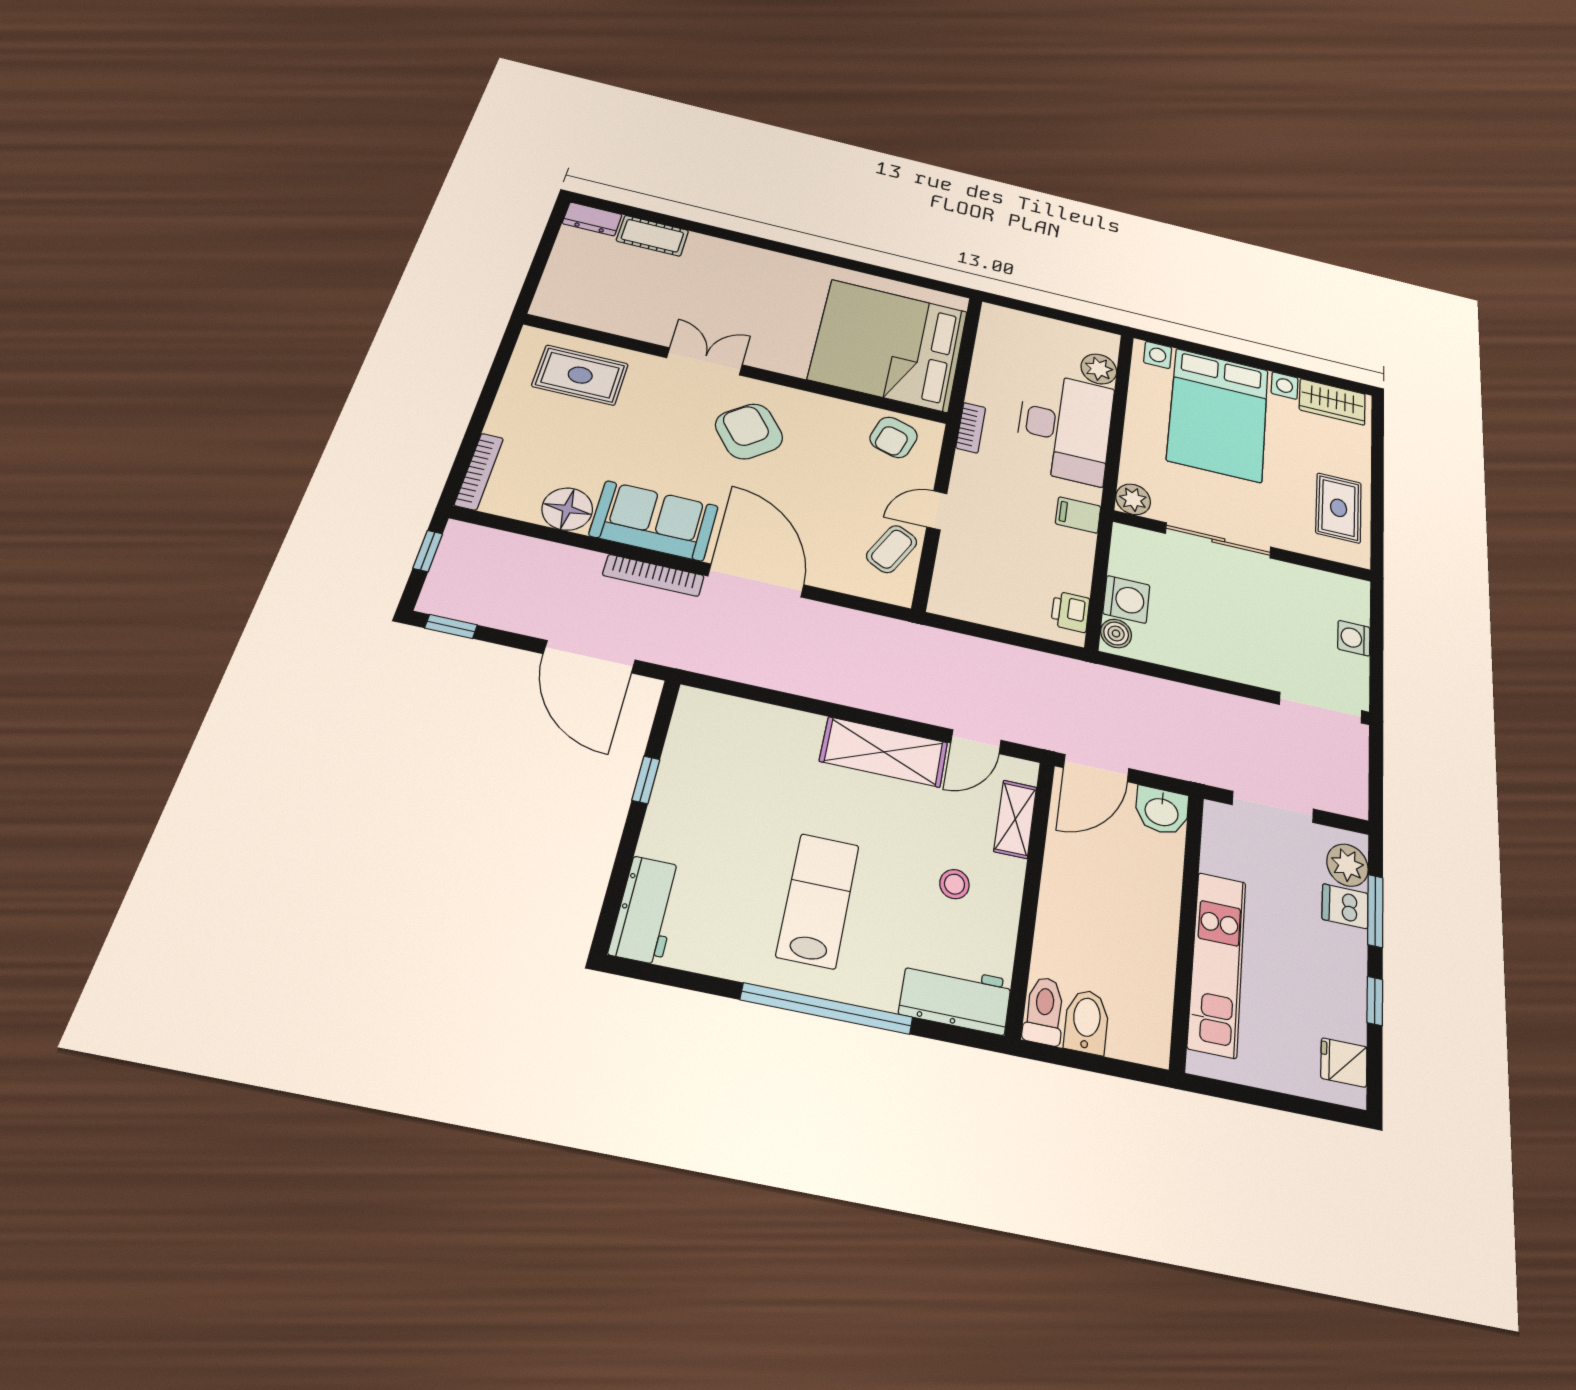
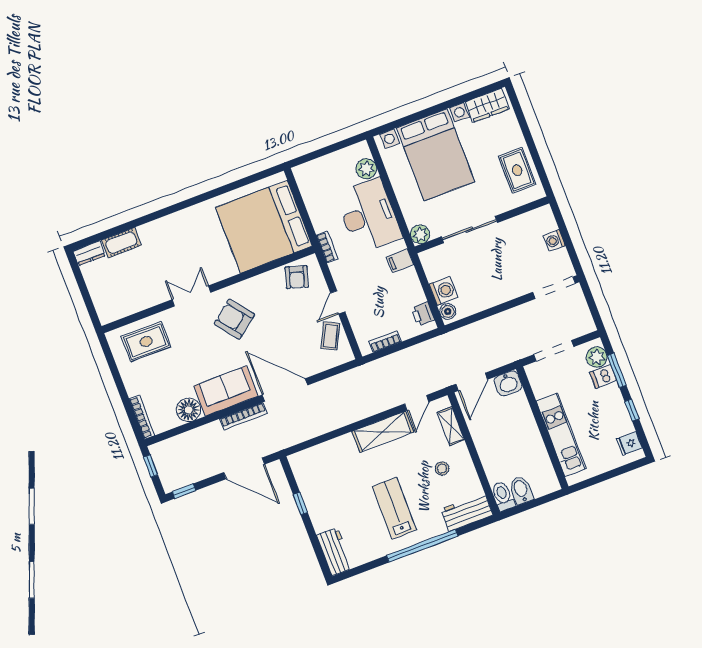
bookcase: (980, 613) -> (385, 342), added

